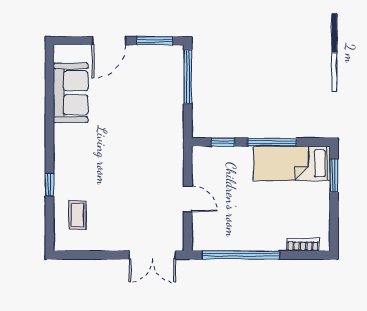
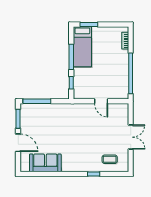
door: (188, 199) -> (101, 101), swing flipped
double door: (152, 255) -> (131, 137), moved

